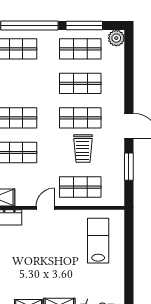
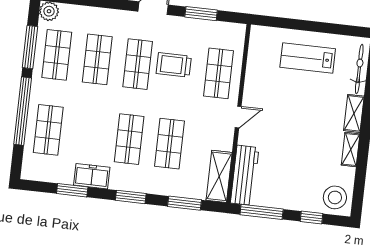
trolley: (83, 148) -> (174, 65), turned 180
door: (45, 208) -> (238, 117), swing flipped
lab bench: (98, 241) -> (308, 58), moved

